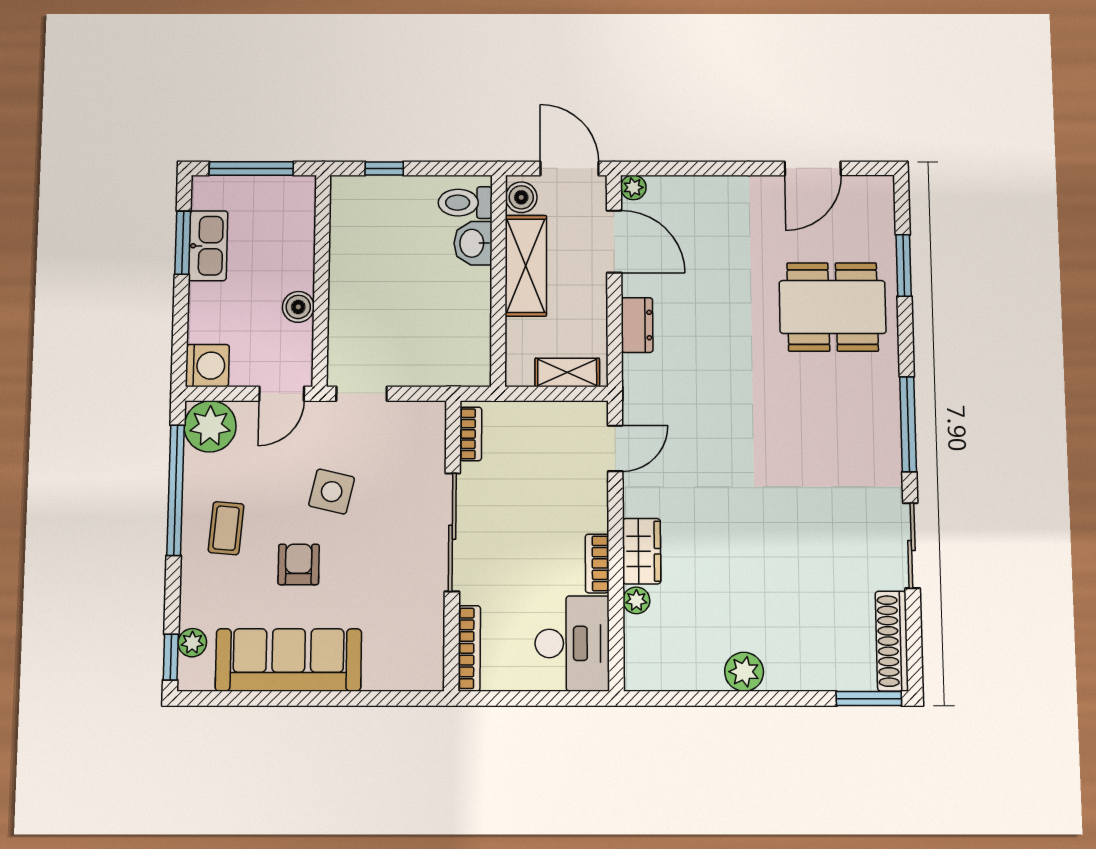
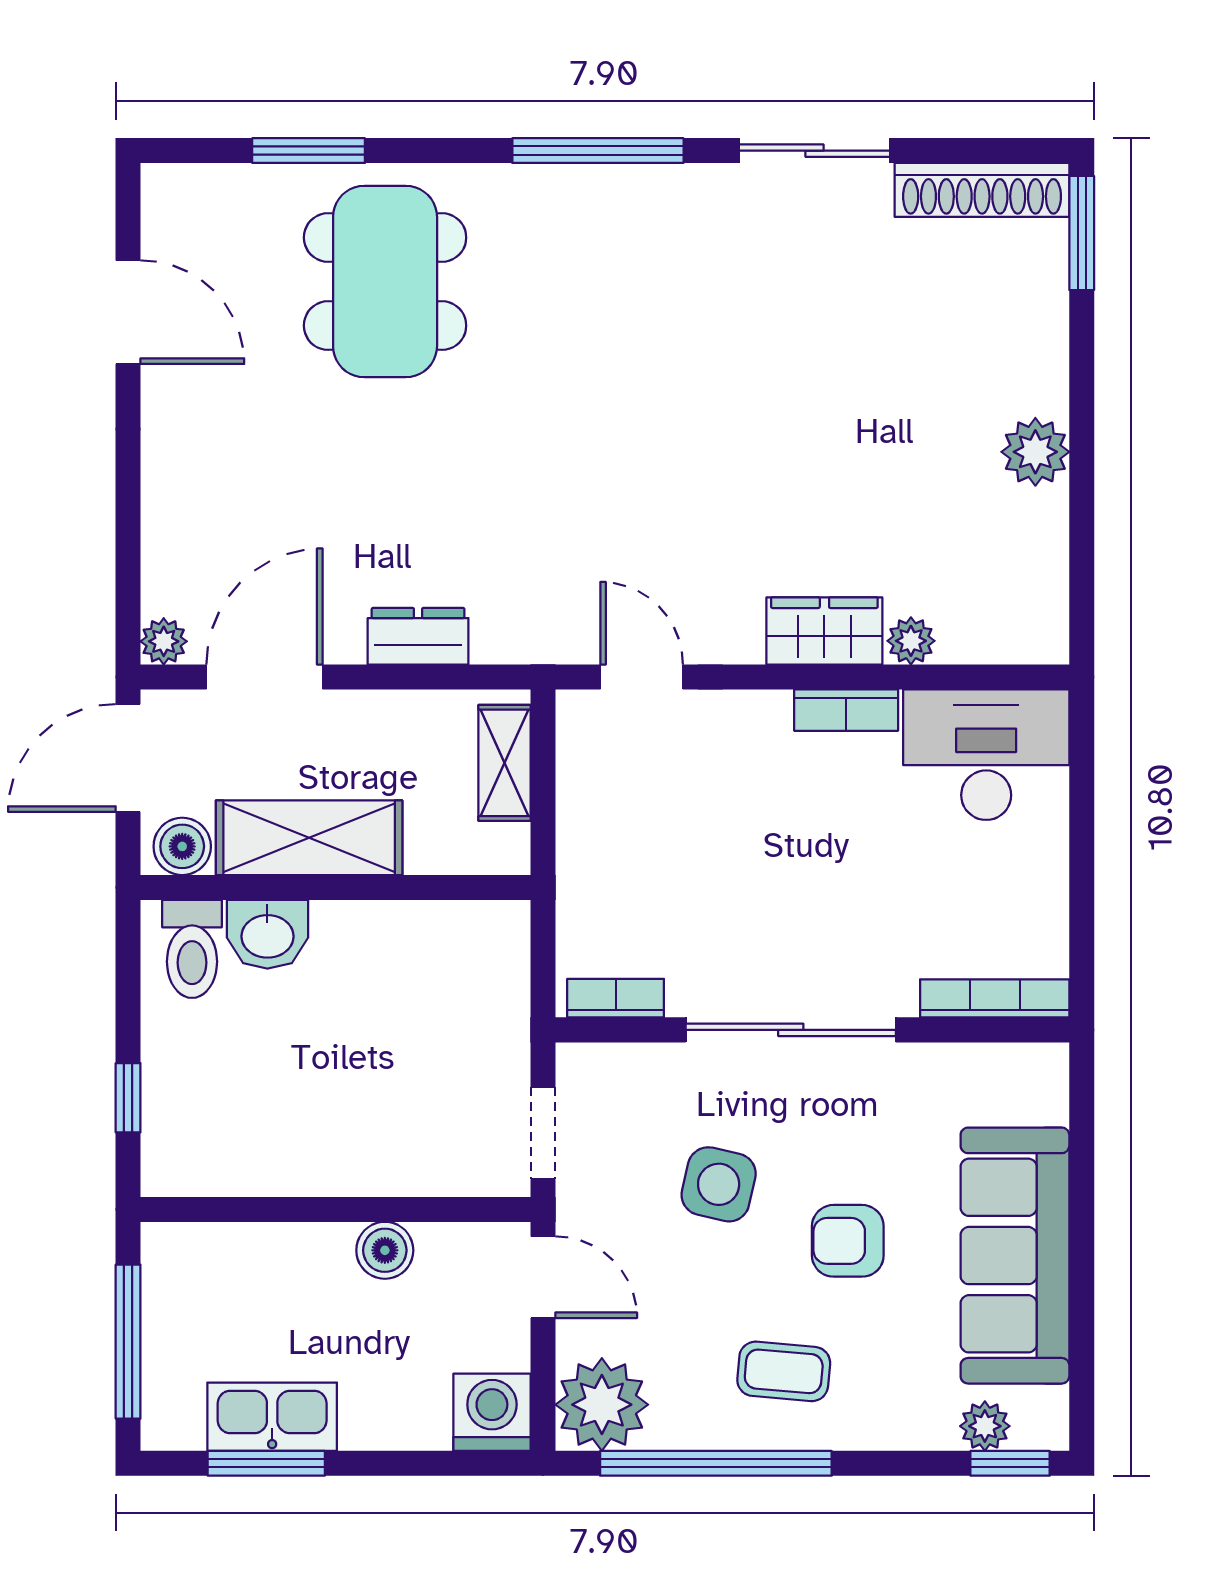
bookcase: (471, 434) -> (616, 998), moved
sliding door: (452, 532) -> (791, 1030), moved
wall: (452, 544) -> (812, 1030), moved
bookcase: (469, 648) -> (995, 998), moved

